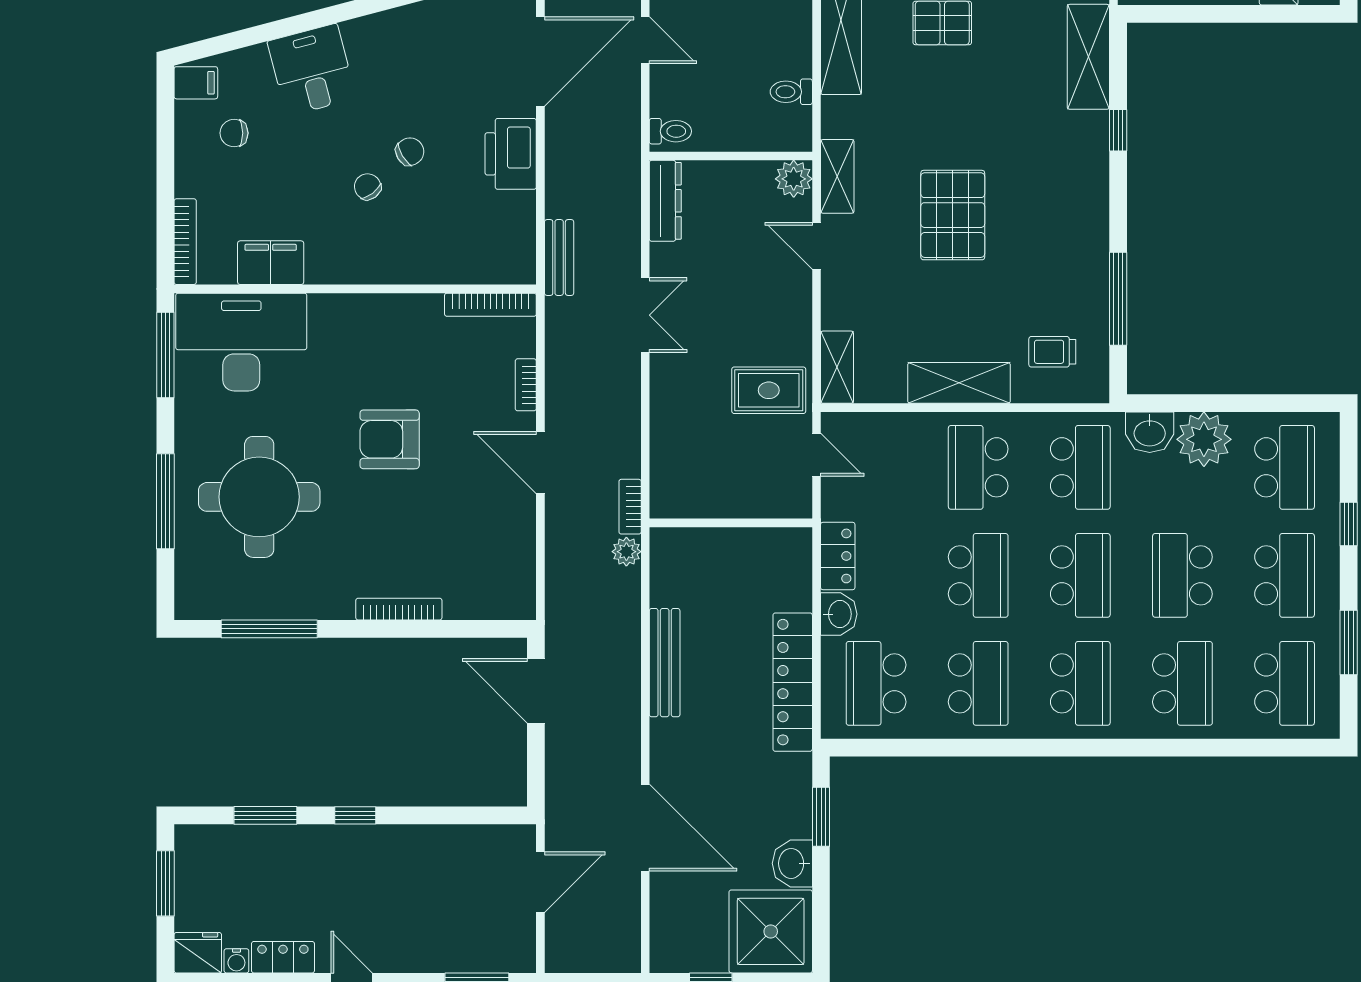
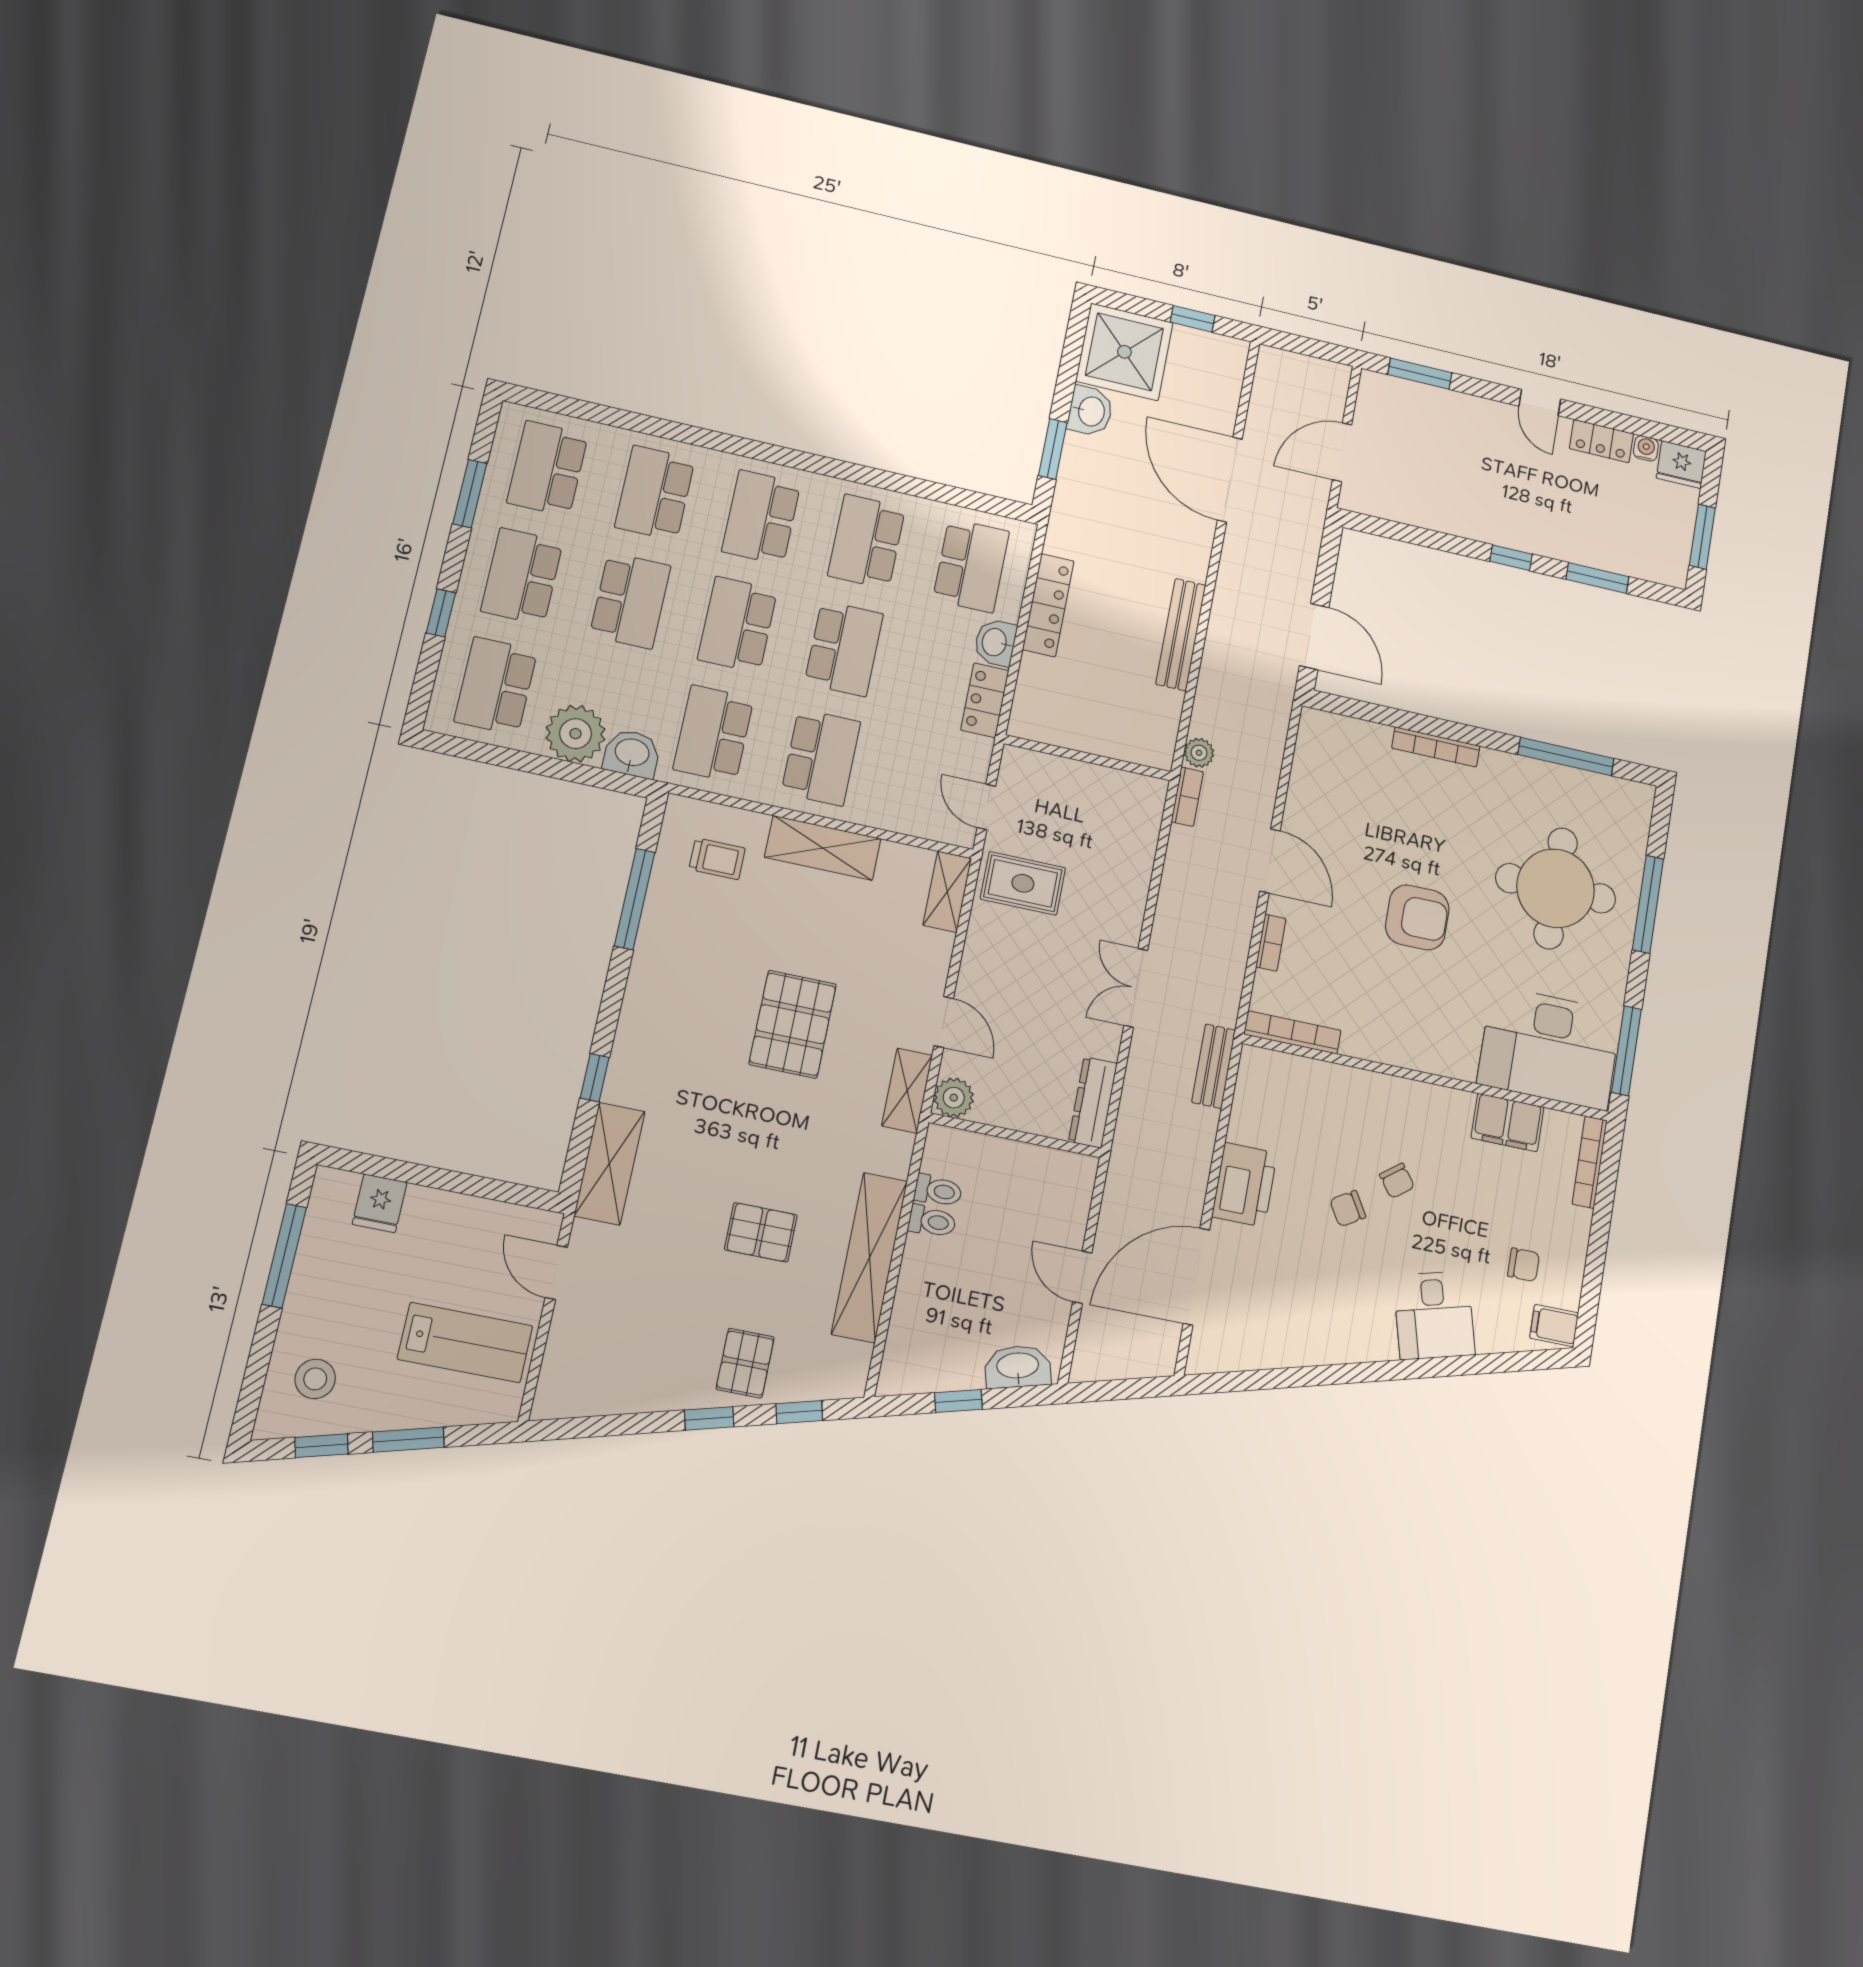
toilet: (670, 131) -> (932, 1221), moved, turned 180
school desk: (978, 575) -> (844, 649), turned 180
locker: (793, 682) -> (1048, 605), width x0.71, depth x0.83

